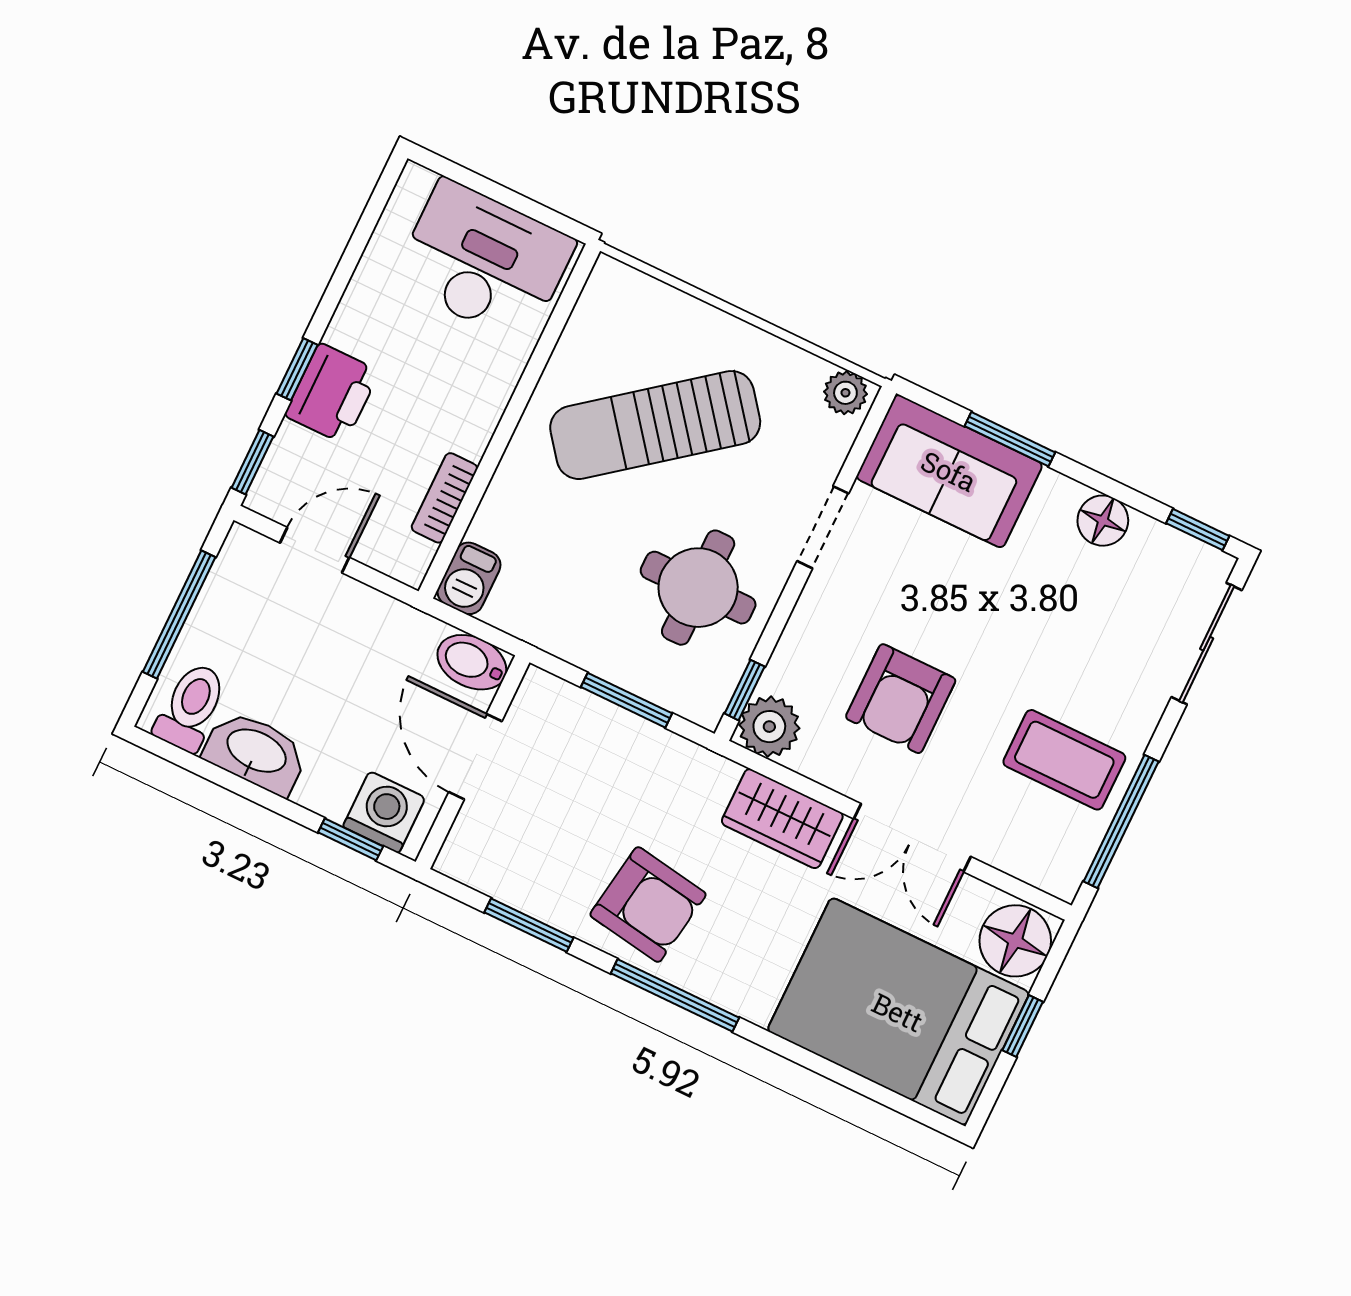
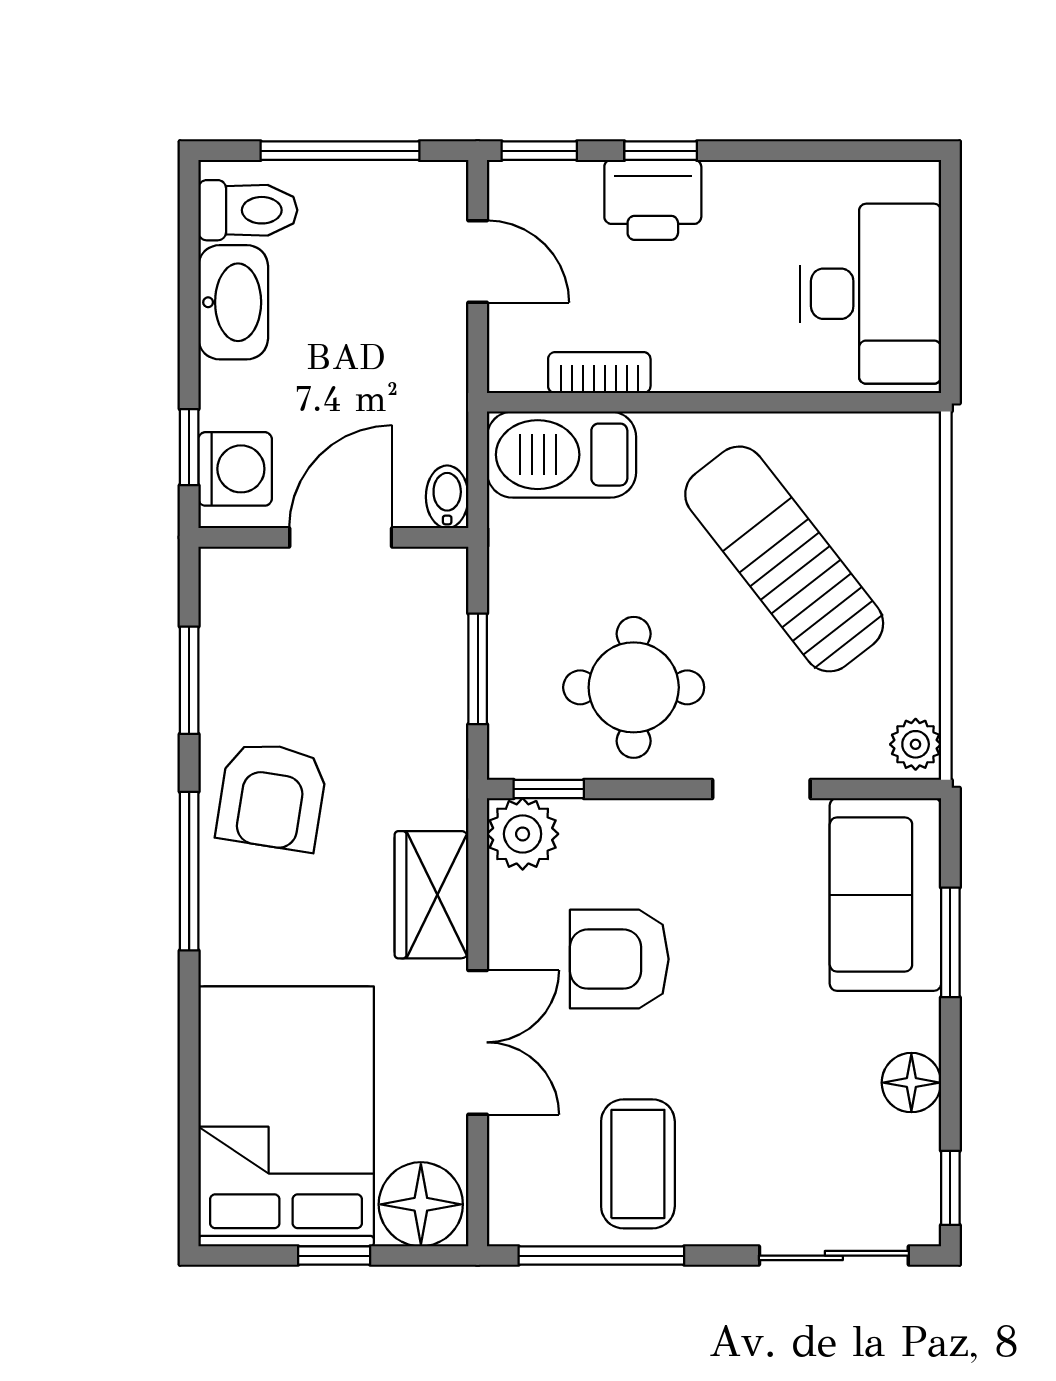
barbecue: (469, 578) -> (562, 455), width x1.88, depth x1.53
bidet: (472, 662) -> (447, 497), width x0.72, depth x0.74
double door: (912, 838) -> (478, 1042), swing flipped

